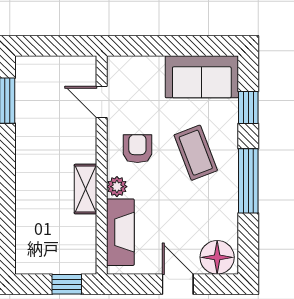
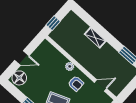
shelving: (86, 189) -> (95, 38), moved
fireplace: (120, 232) -> (54, 55), removed

